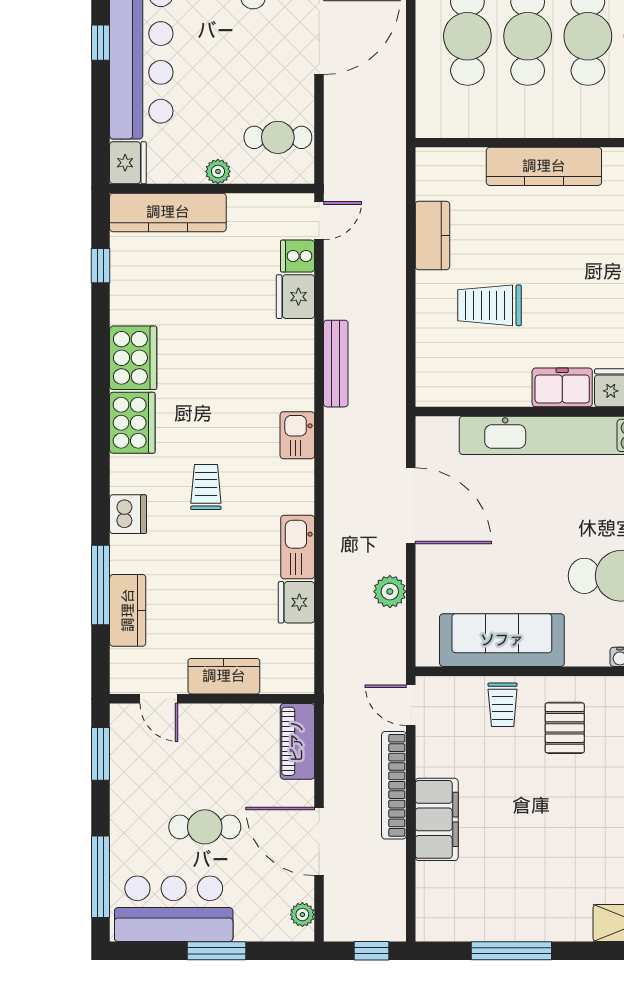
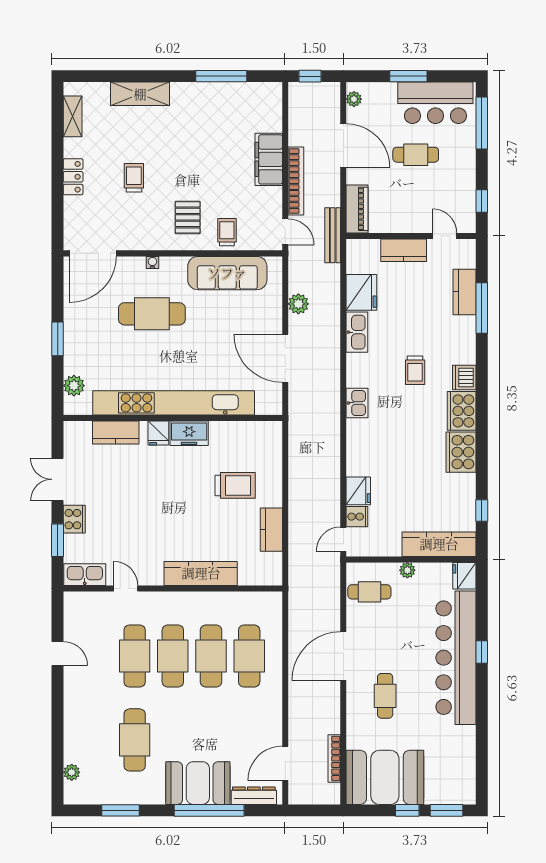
bench: (336, 364) -> (333, 235), moved
dishwasher: (128, 514) -> (464, 378), moved
fridge: (296, 602) -> (361, 292), width x1.36, depth x1.34
window: (101, 754) -> (482, 201), width x0.67

